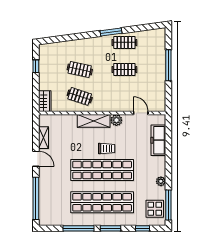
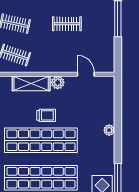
freezer: (158, 140) -> (106, 106), removed
plant: (161, 181) -> (109, 130), moved

